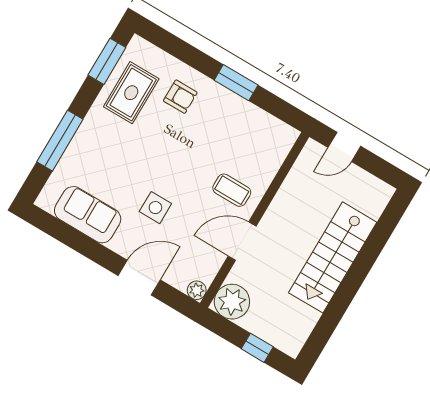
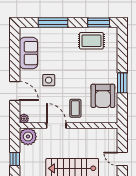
armchair: (180, 97) -> (103, 96), moved, width x1.88, depth x1.88
door: (344, 147) -> (122, 159), moved

